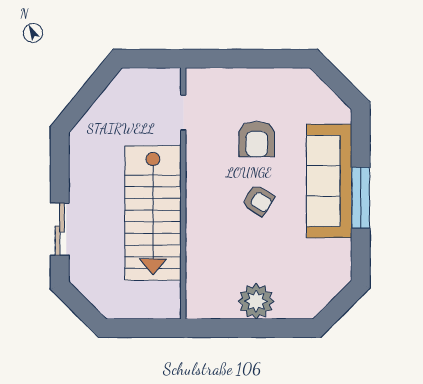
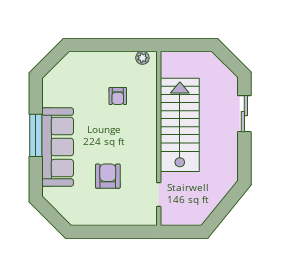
armchair: (258, 200) -> (118, 96), moved, turned -122
plant: (256, 301) -> (142, 58), moved, width x0.53, depth x0.53

